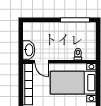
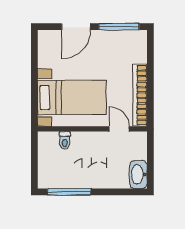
washbasin: (29, 50) -> (138, 174), moved

